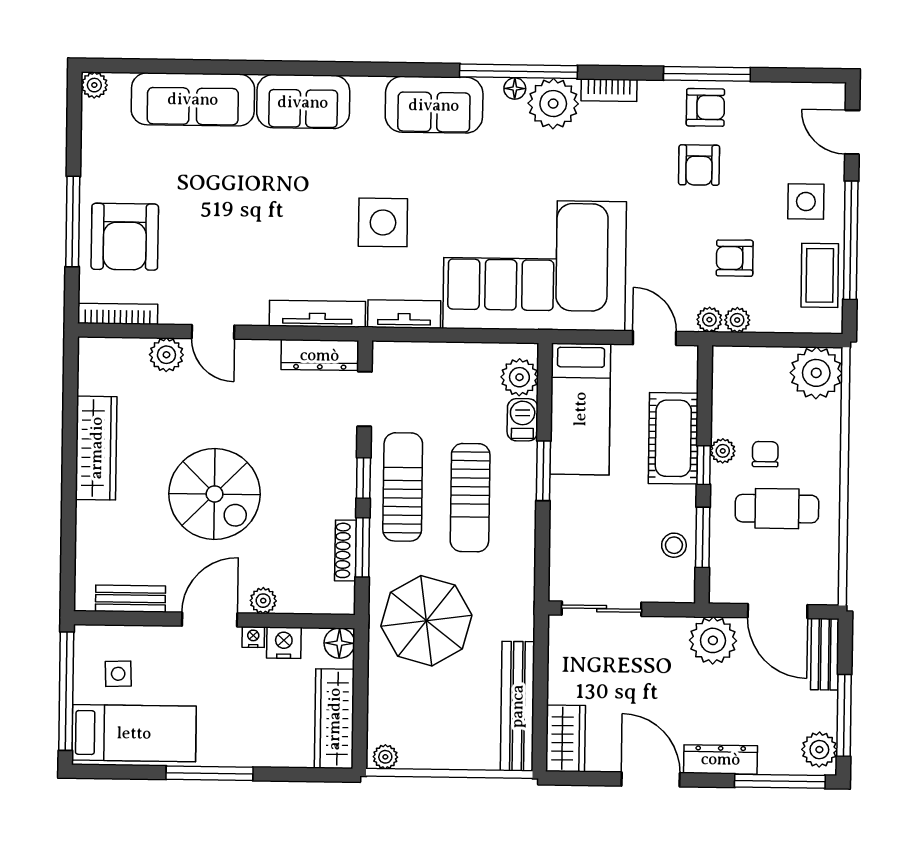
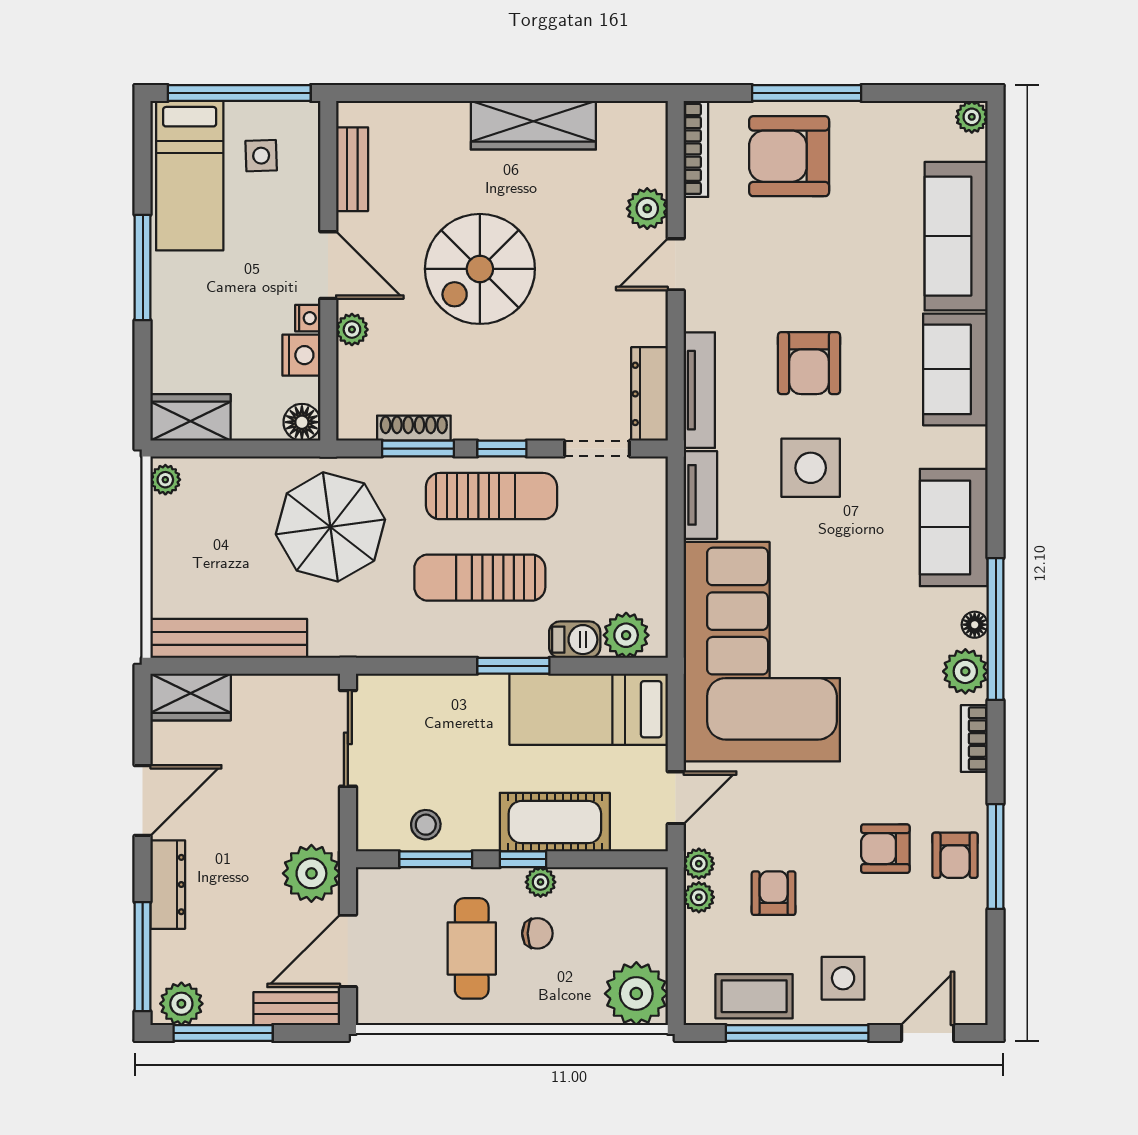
plant: (553, 104) -> (965, 671), width x0.73, depth x0.73
armchair: (296, 223) -> (809, 363), added
wardrobe: (334, 719) -> (191, 417), width x0.67

